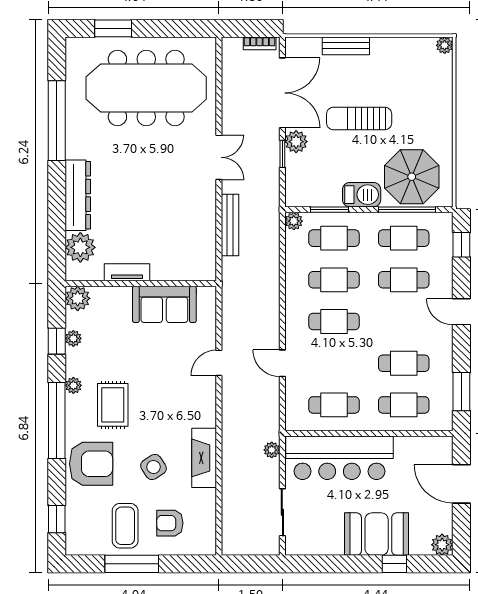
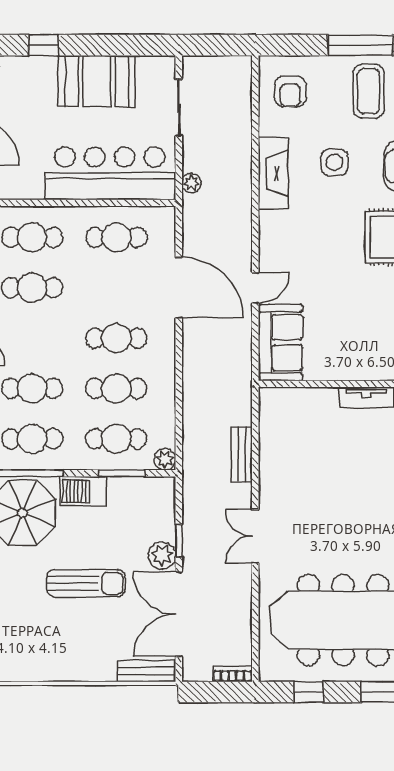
window: (175, 28) -> (309, 692), added
bookcase: (260, 43) -> (233, 674), moved
bench: (346, 46) -> (146, 671), moved
bench: (230, 225) -> (242, 455), width x0.73
sofa: (164, 304) -> (280, 343), moved, turned 90
door: (282, 363) -> (179, 287), width x1.88
side table: (153, 467) -> (334, 162), turned 33
armchair: (170, 523) -> (290, 91), moved, turned 90
booth: (377, 534) -> (97, 81), moved

